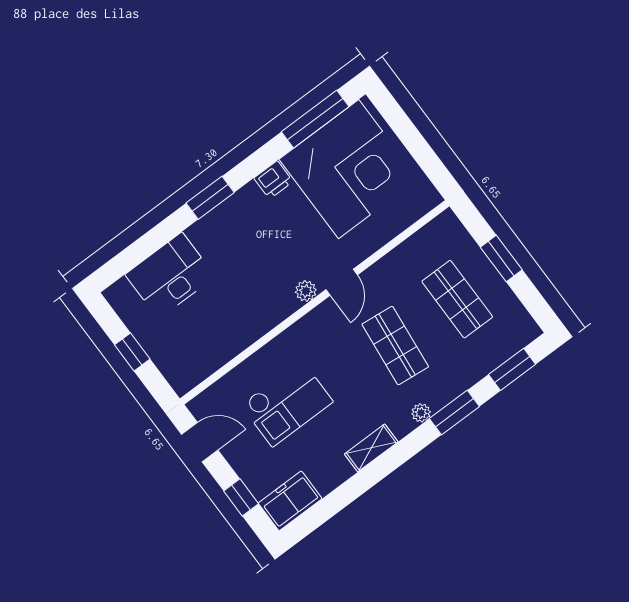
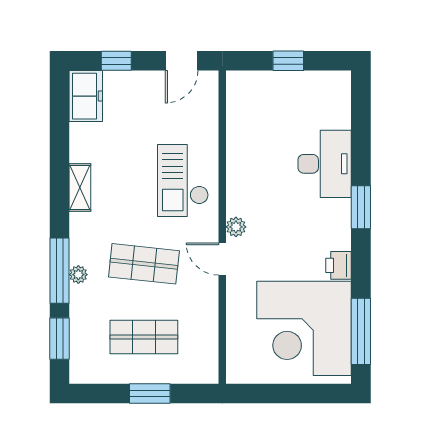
desk: (170, 276) -> (325, 164), moved
checkout: (287, 403) -> (183, 181), moved
plant: (421, 413) -> (78, 275), moved
window: (454, 413) -> (60, 271), width x1.44

